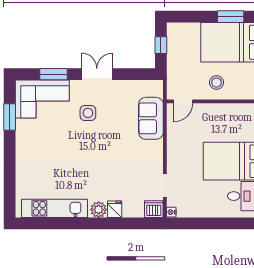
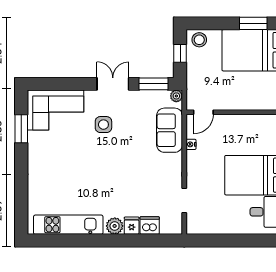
window: (53, 74) -> (154, 84), moved
stool: (216, 83) -> (199, 40), moved
plant: (157, 86) -> (176, 96), added
dishwasher: (154, 209) -> (150, 226), moved
nightstand: (171, 212) -> (191, 144), moved

